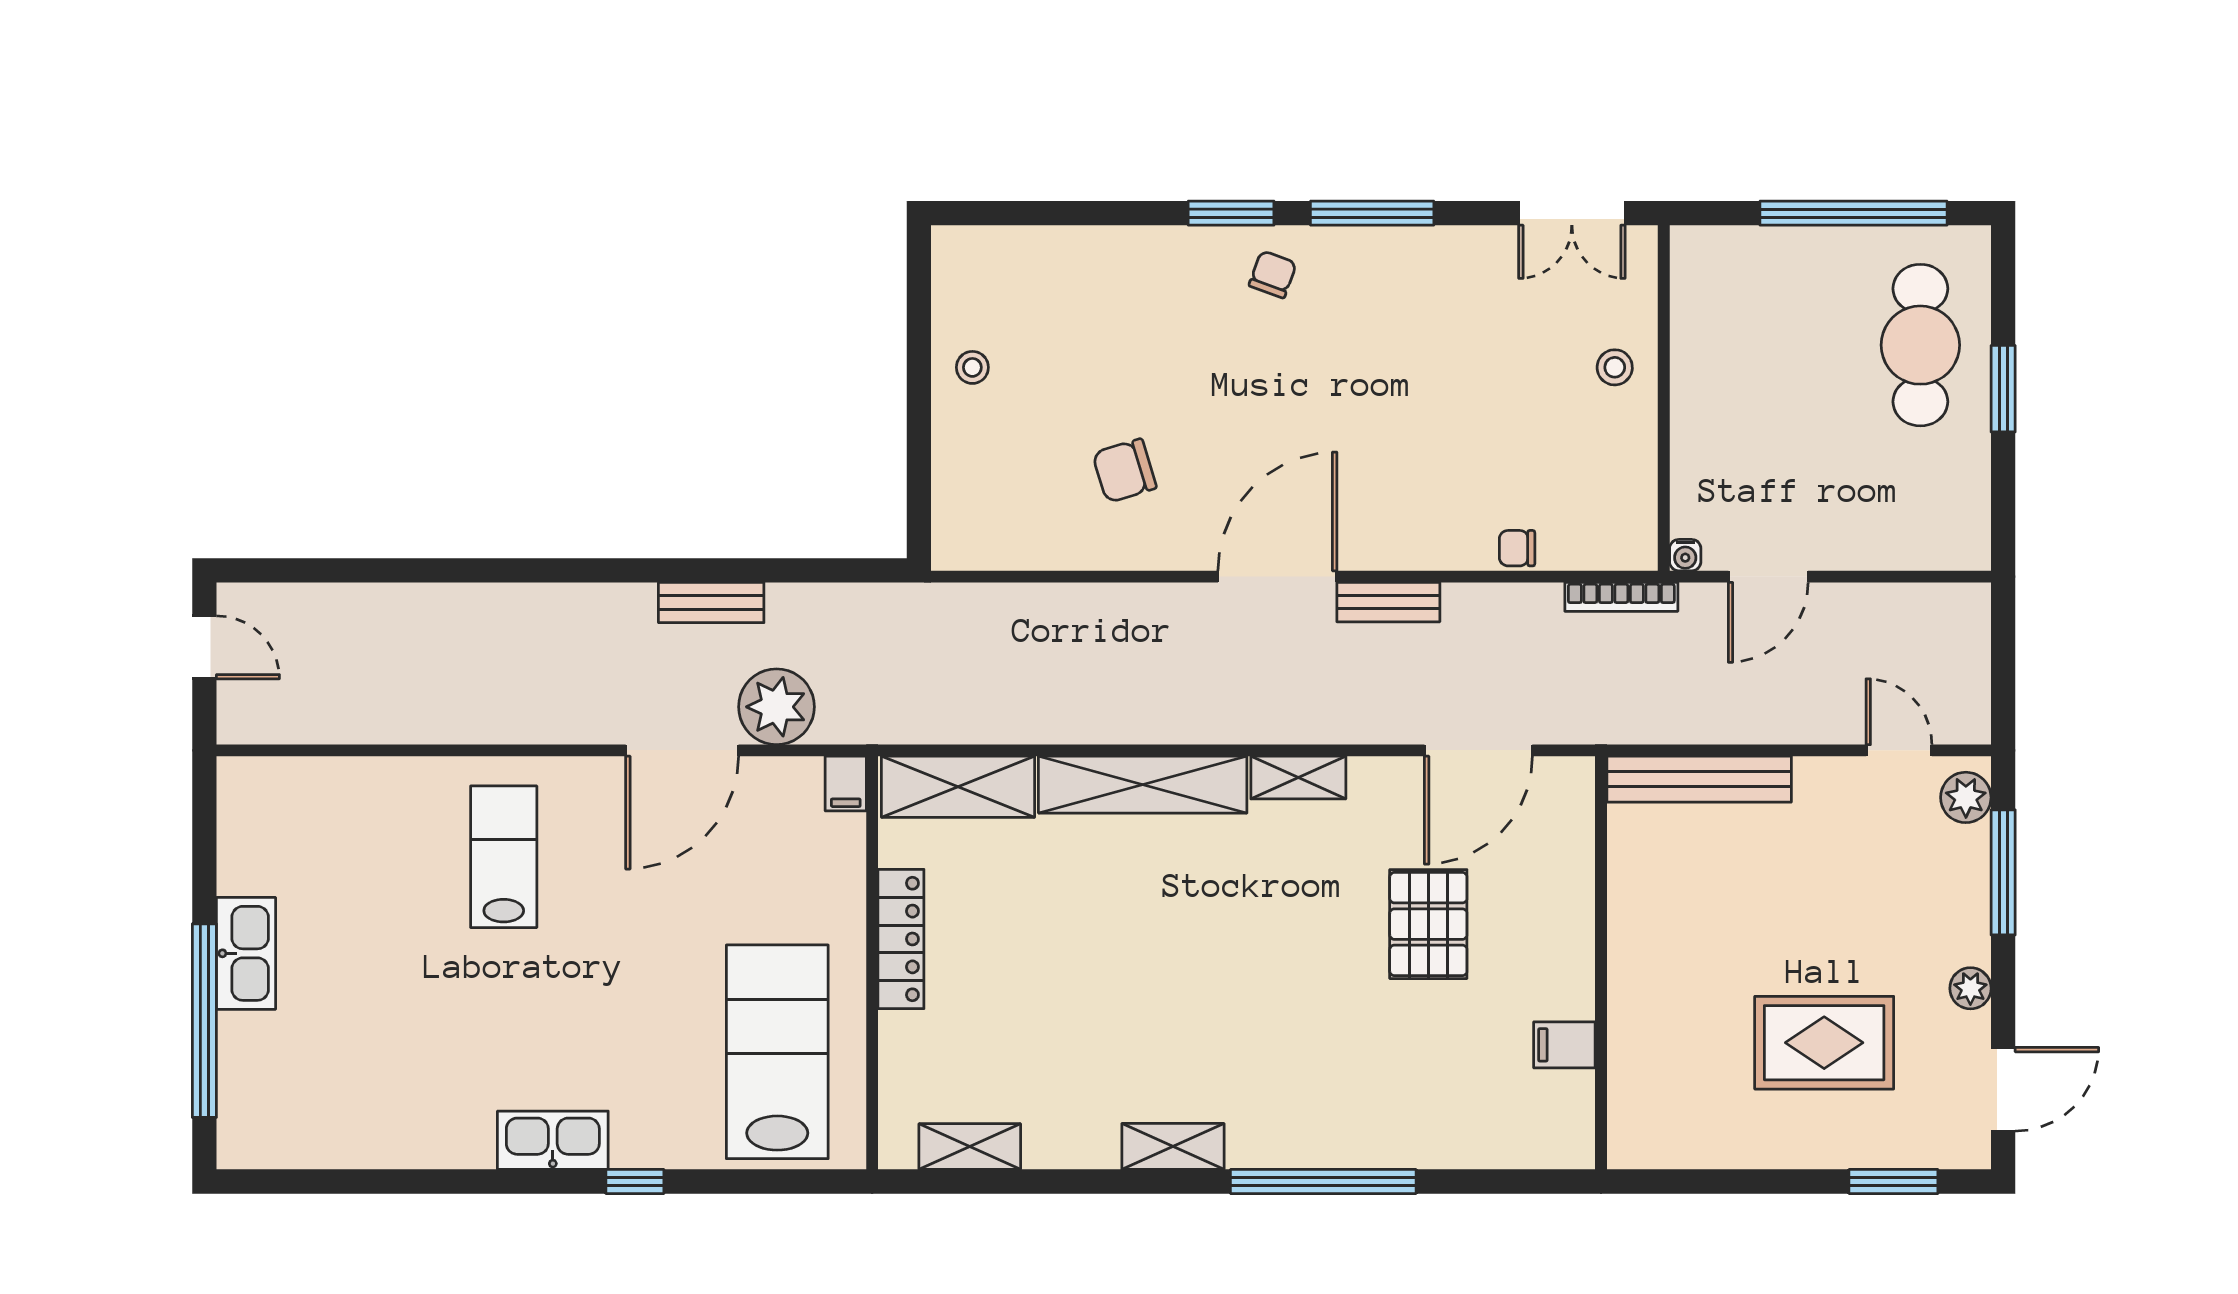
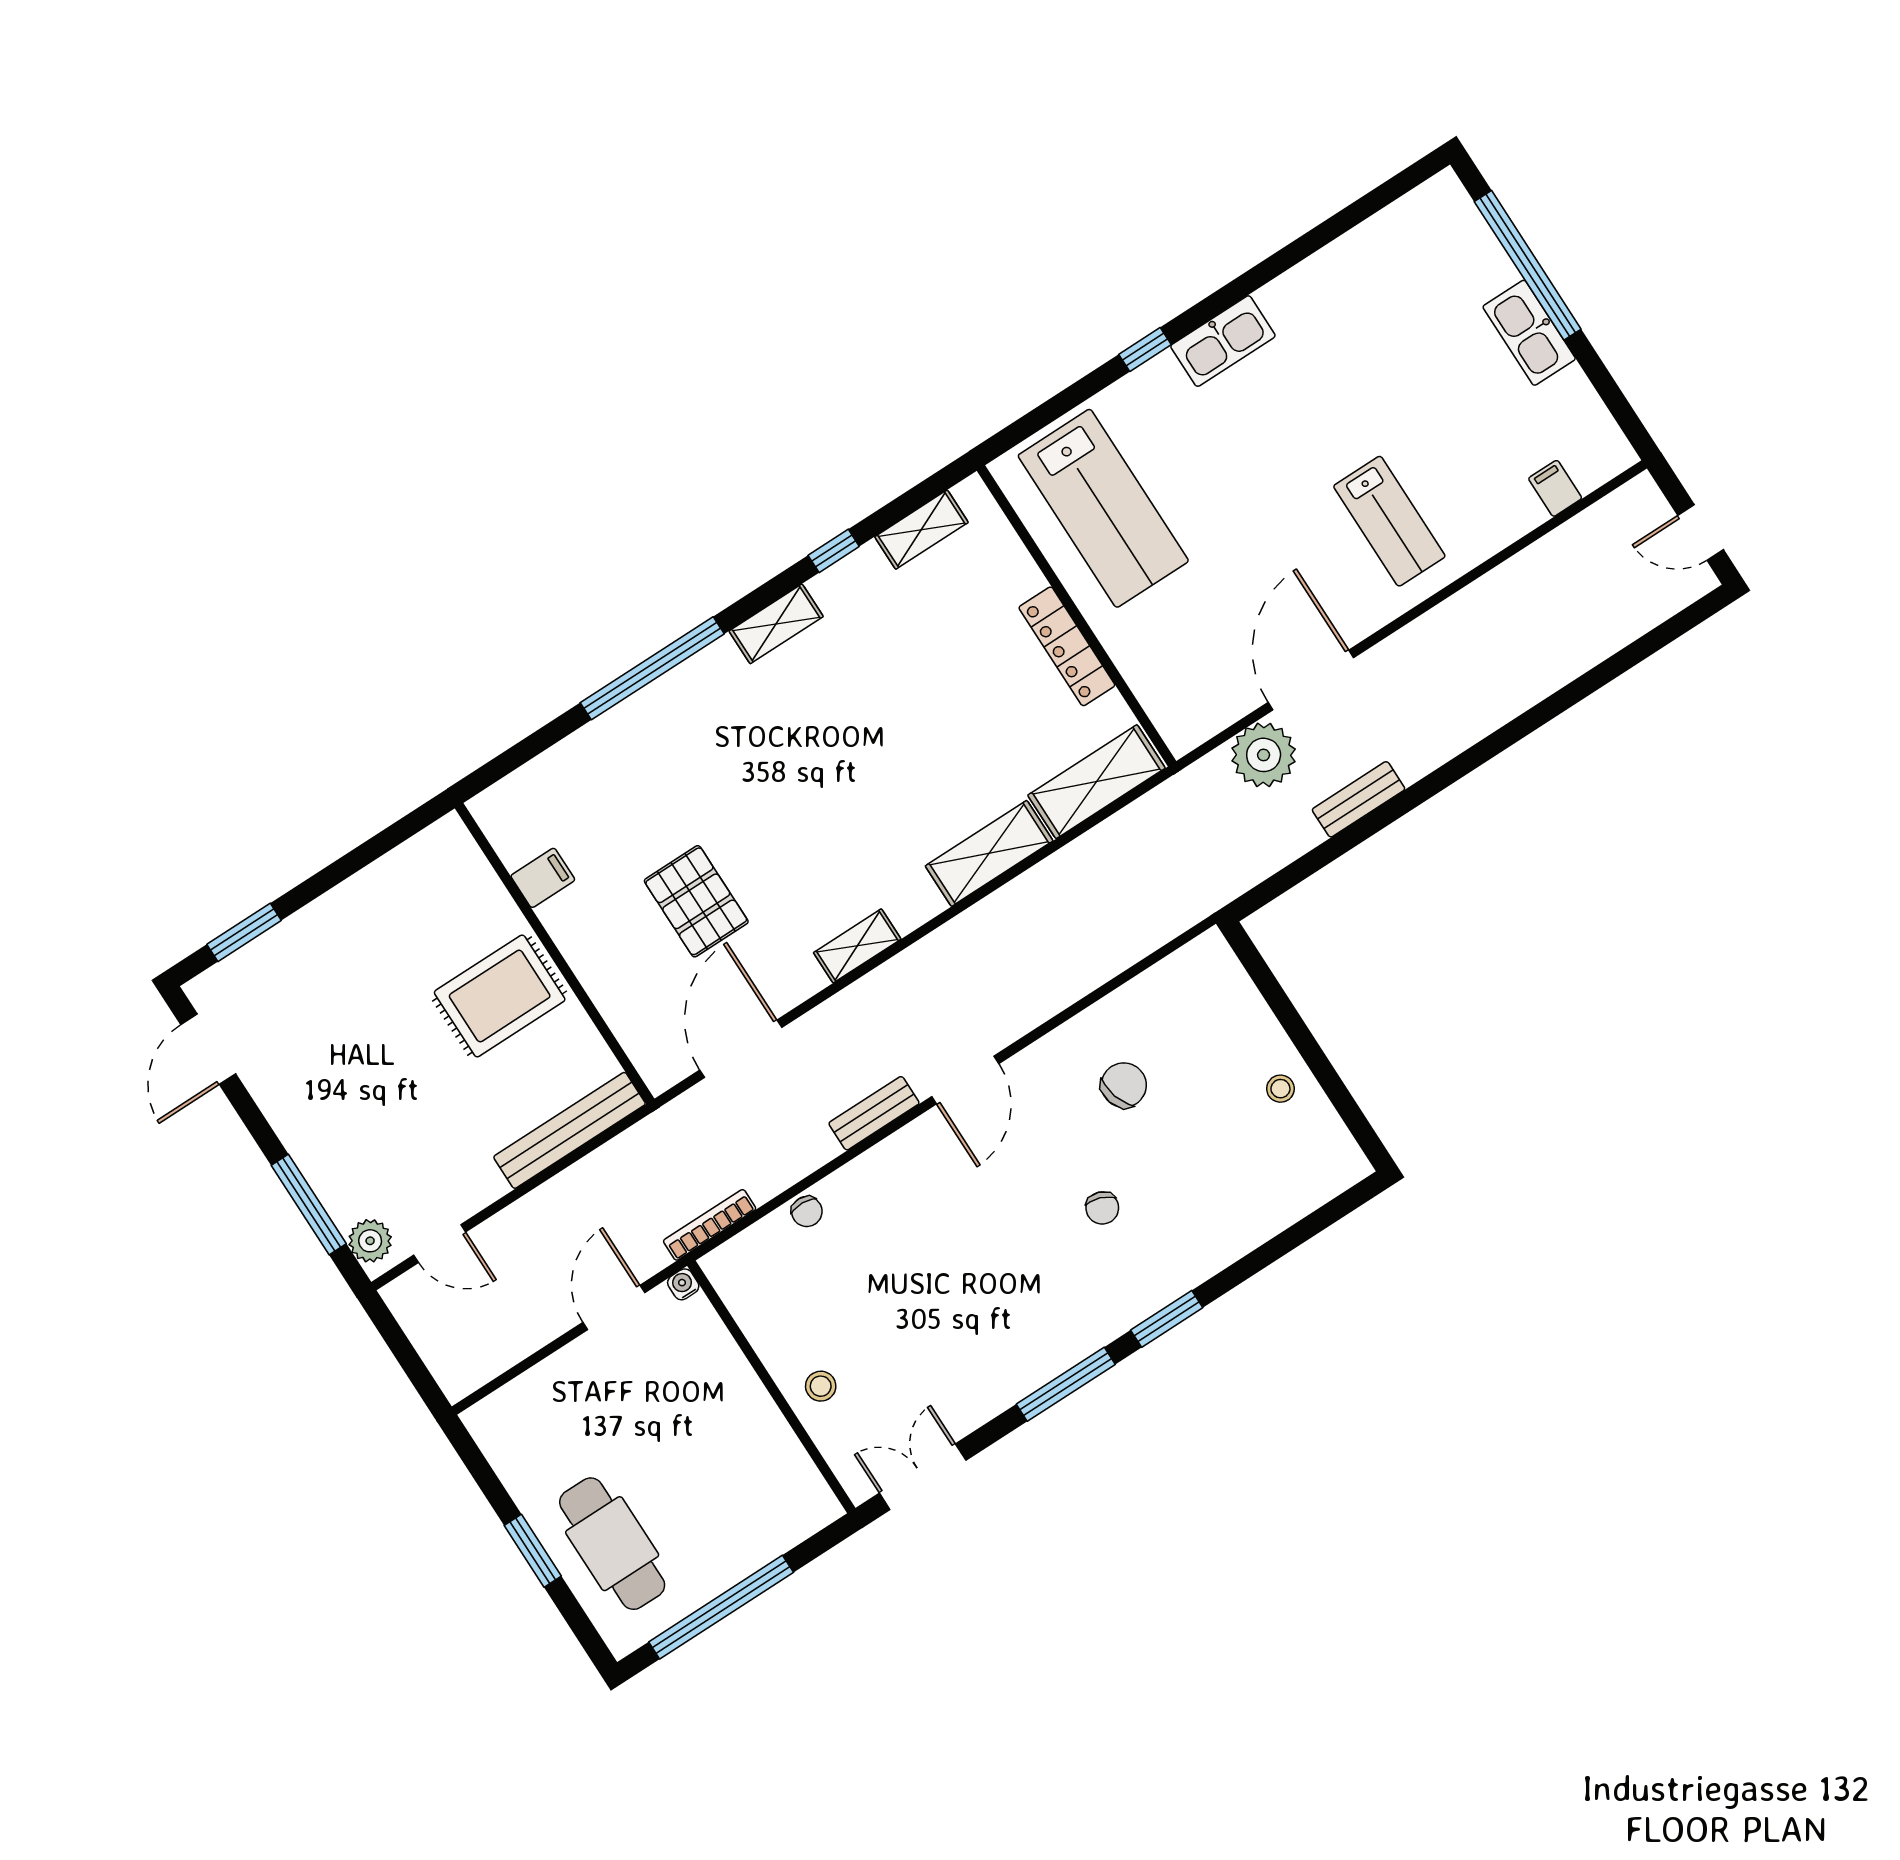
chair: (1273, 274) -> (1102, 1208), moved
chair: (1517, 548) -> (807, 1211), turned 92
door: (1277, 577) -> (965, 1080), width x0.73
filing cabinet: (846, 784) -> (1555, 488), moved
shelving: (1143, 785) -> (989, 853), width x0.68
plant: (1970, 988) -> (278, 1106), removed
rug: (1824, 1043) -> (500, 996), moved
window: (1070, 1182) -> (834, 551), added

